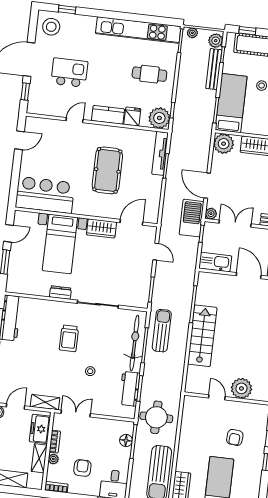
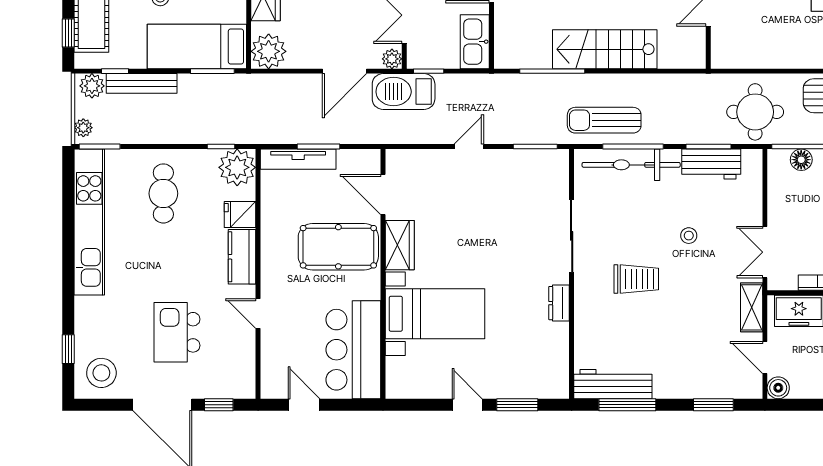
bar counter: (45, 195) -> (353, 350), moved
wall: (86, 217) -> (383, 274), moved
door: (131, 222) -> (383, 195), moved
wardrobe: (101, 228) -> (400, 245), moved
bed with nightstands: (60, 244) -> (435, 314), moved

